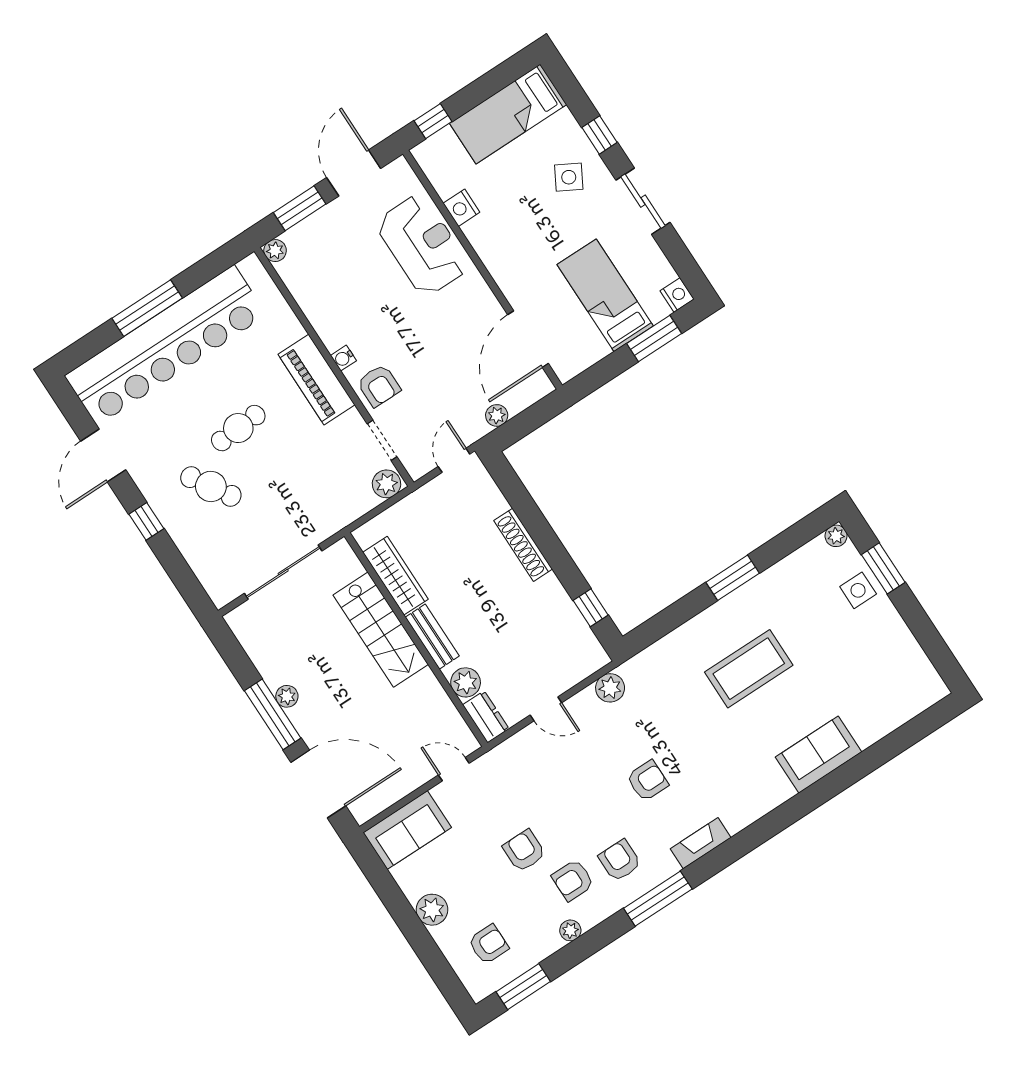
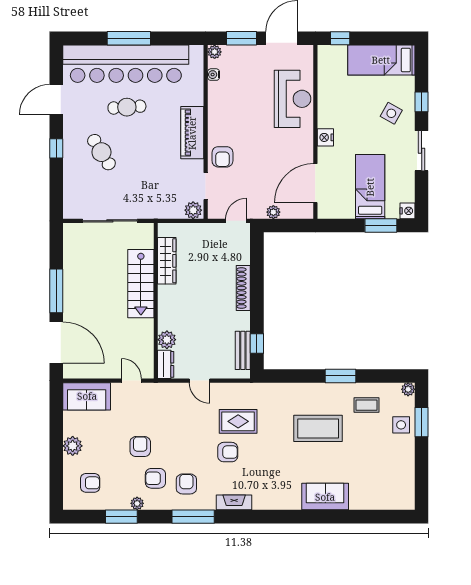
nightstand: (461, 208) -> (325, 137), moved
water cooler: (343, 358) -> (214, 75), moved
cafe table: (238, 428) -> (127, 107), moved
coffee table: (794, 594) -> (367, 405), added
bench: (432, 637) -> (243, 350), moved
plant: (610, 688) -> (240, 391), removed
plant: (287, 696) -> (70, 286), removed
rug: (634, 730) -> (238, 421), added
window: (523, 987) -> (121, 517), moved

